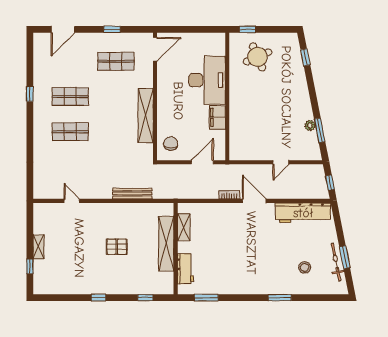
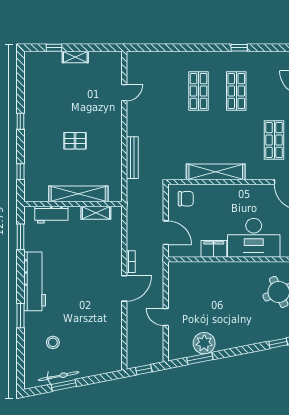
plant: (310, 126) -> (204, 343), width x1.87, depth x1.87
workbench: (303, 213) -> (35, 281), moved, turned 180
pallet: (117, 247) -> (75, 141), turned 90

